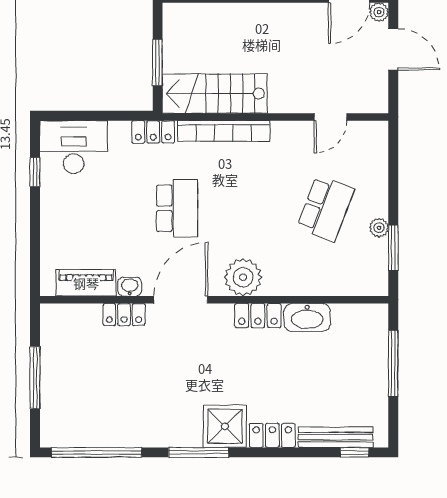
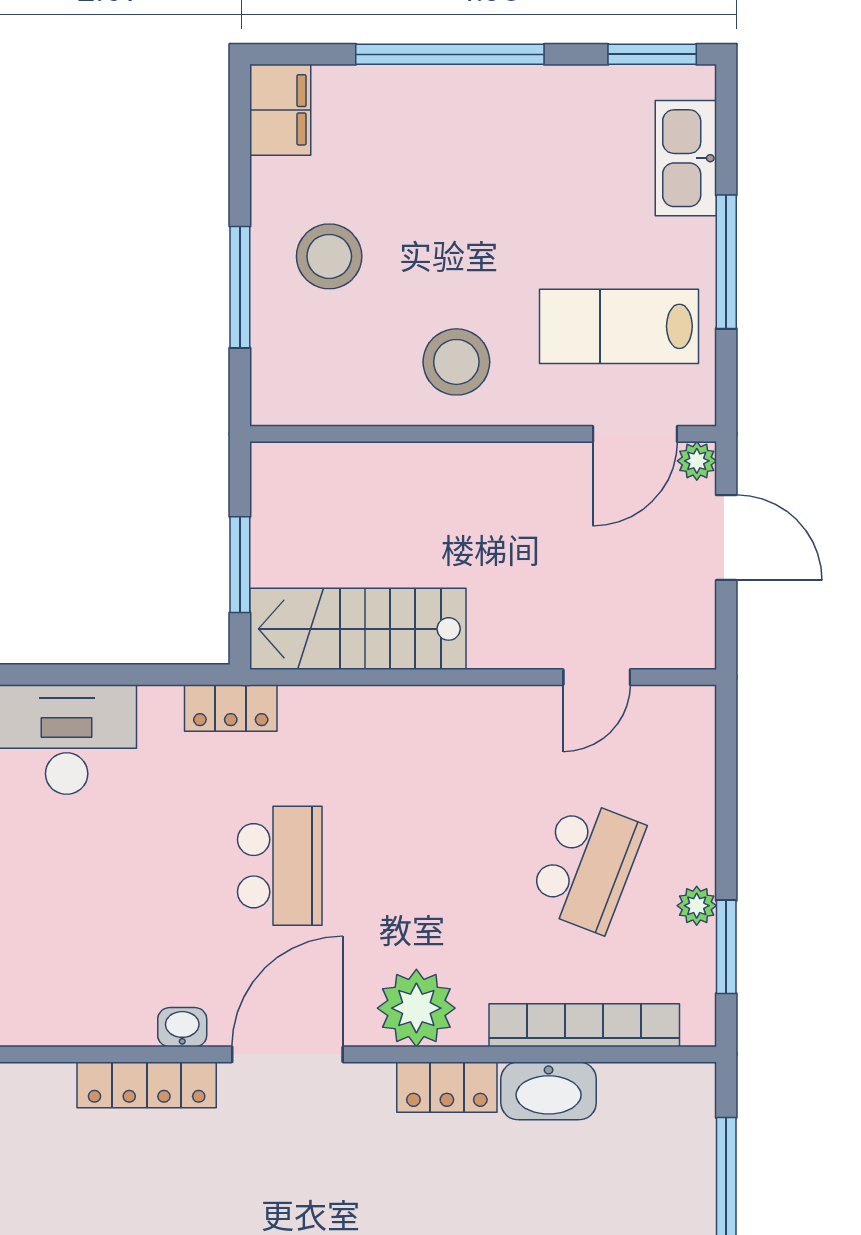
bookcase: (224, 131) -> (584, 1025), moved, turned 180
piano: (86, 283) -> (92, 1019), removed
locker: (124, 314) -> (147, 1085), width x1.53

